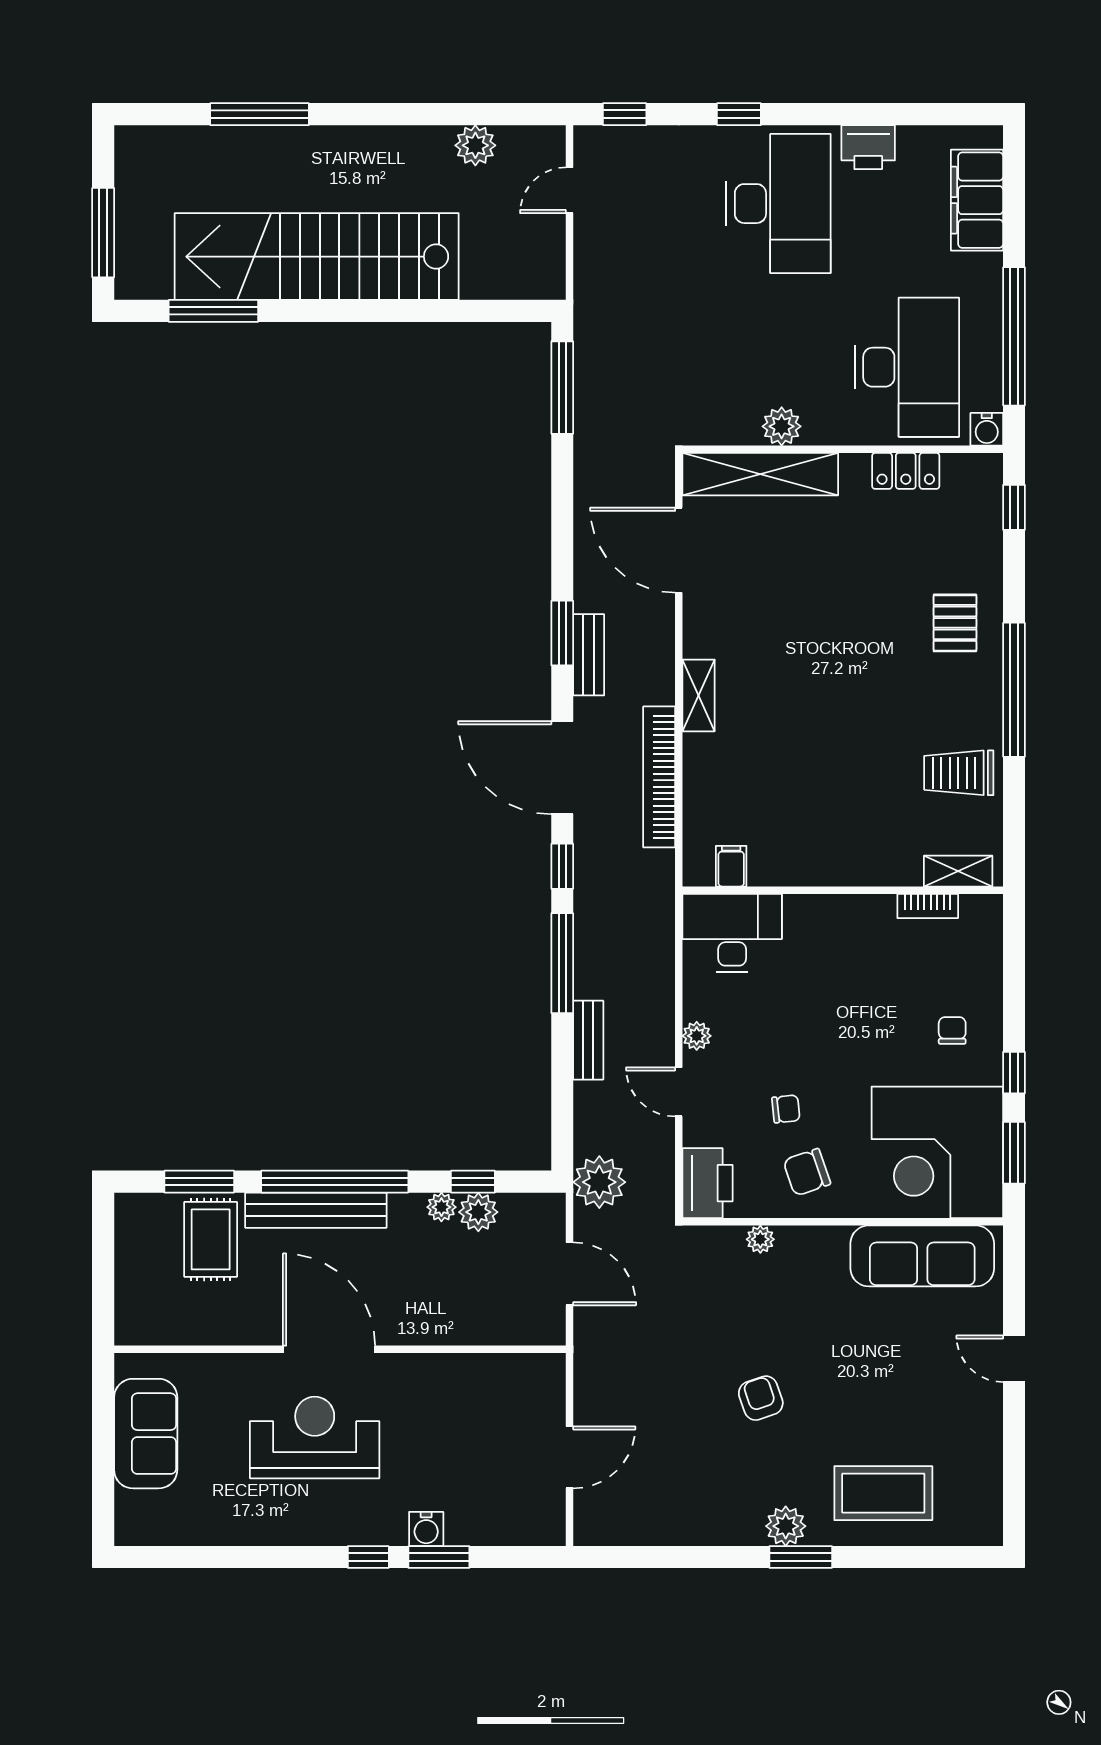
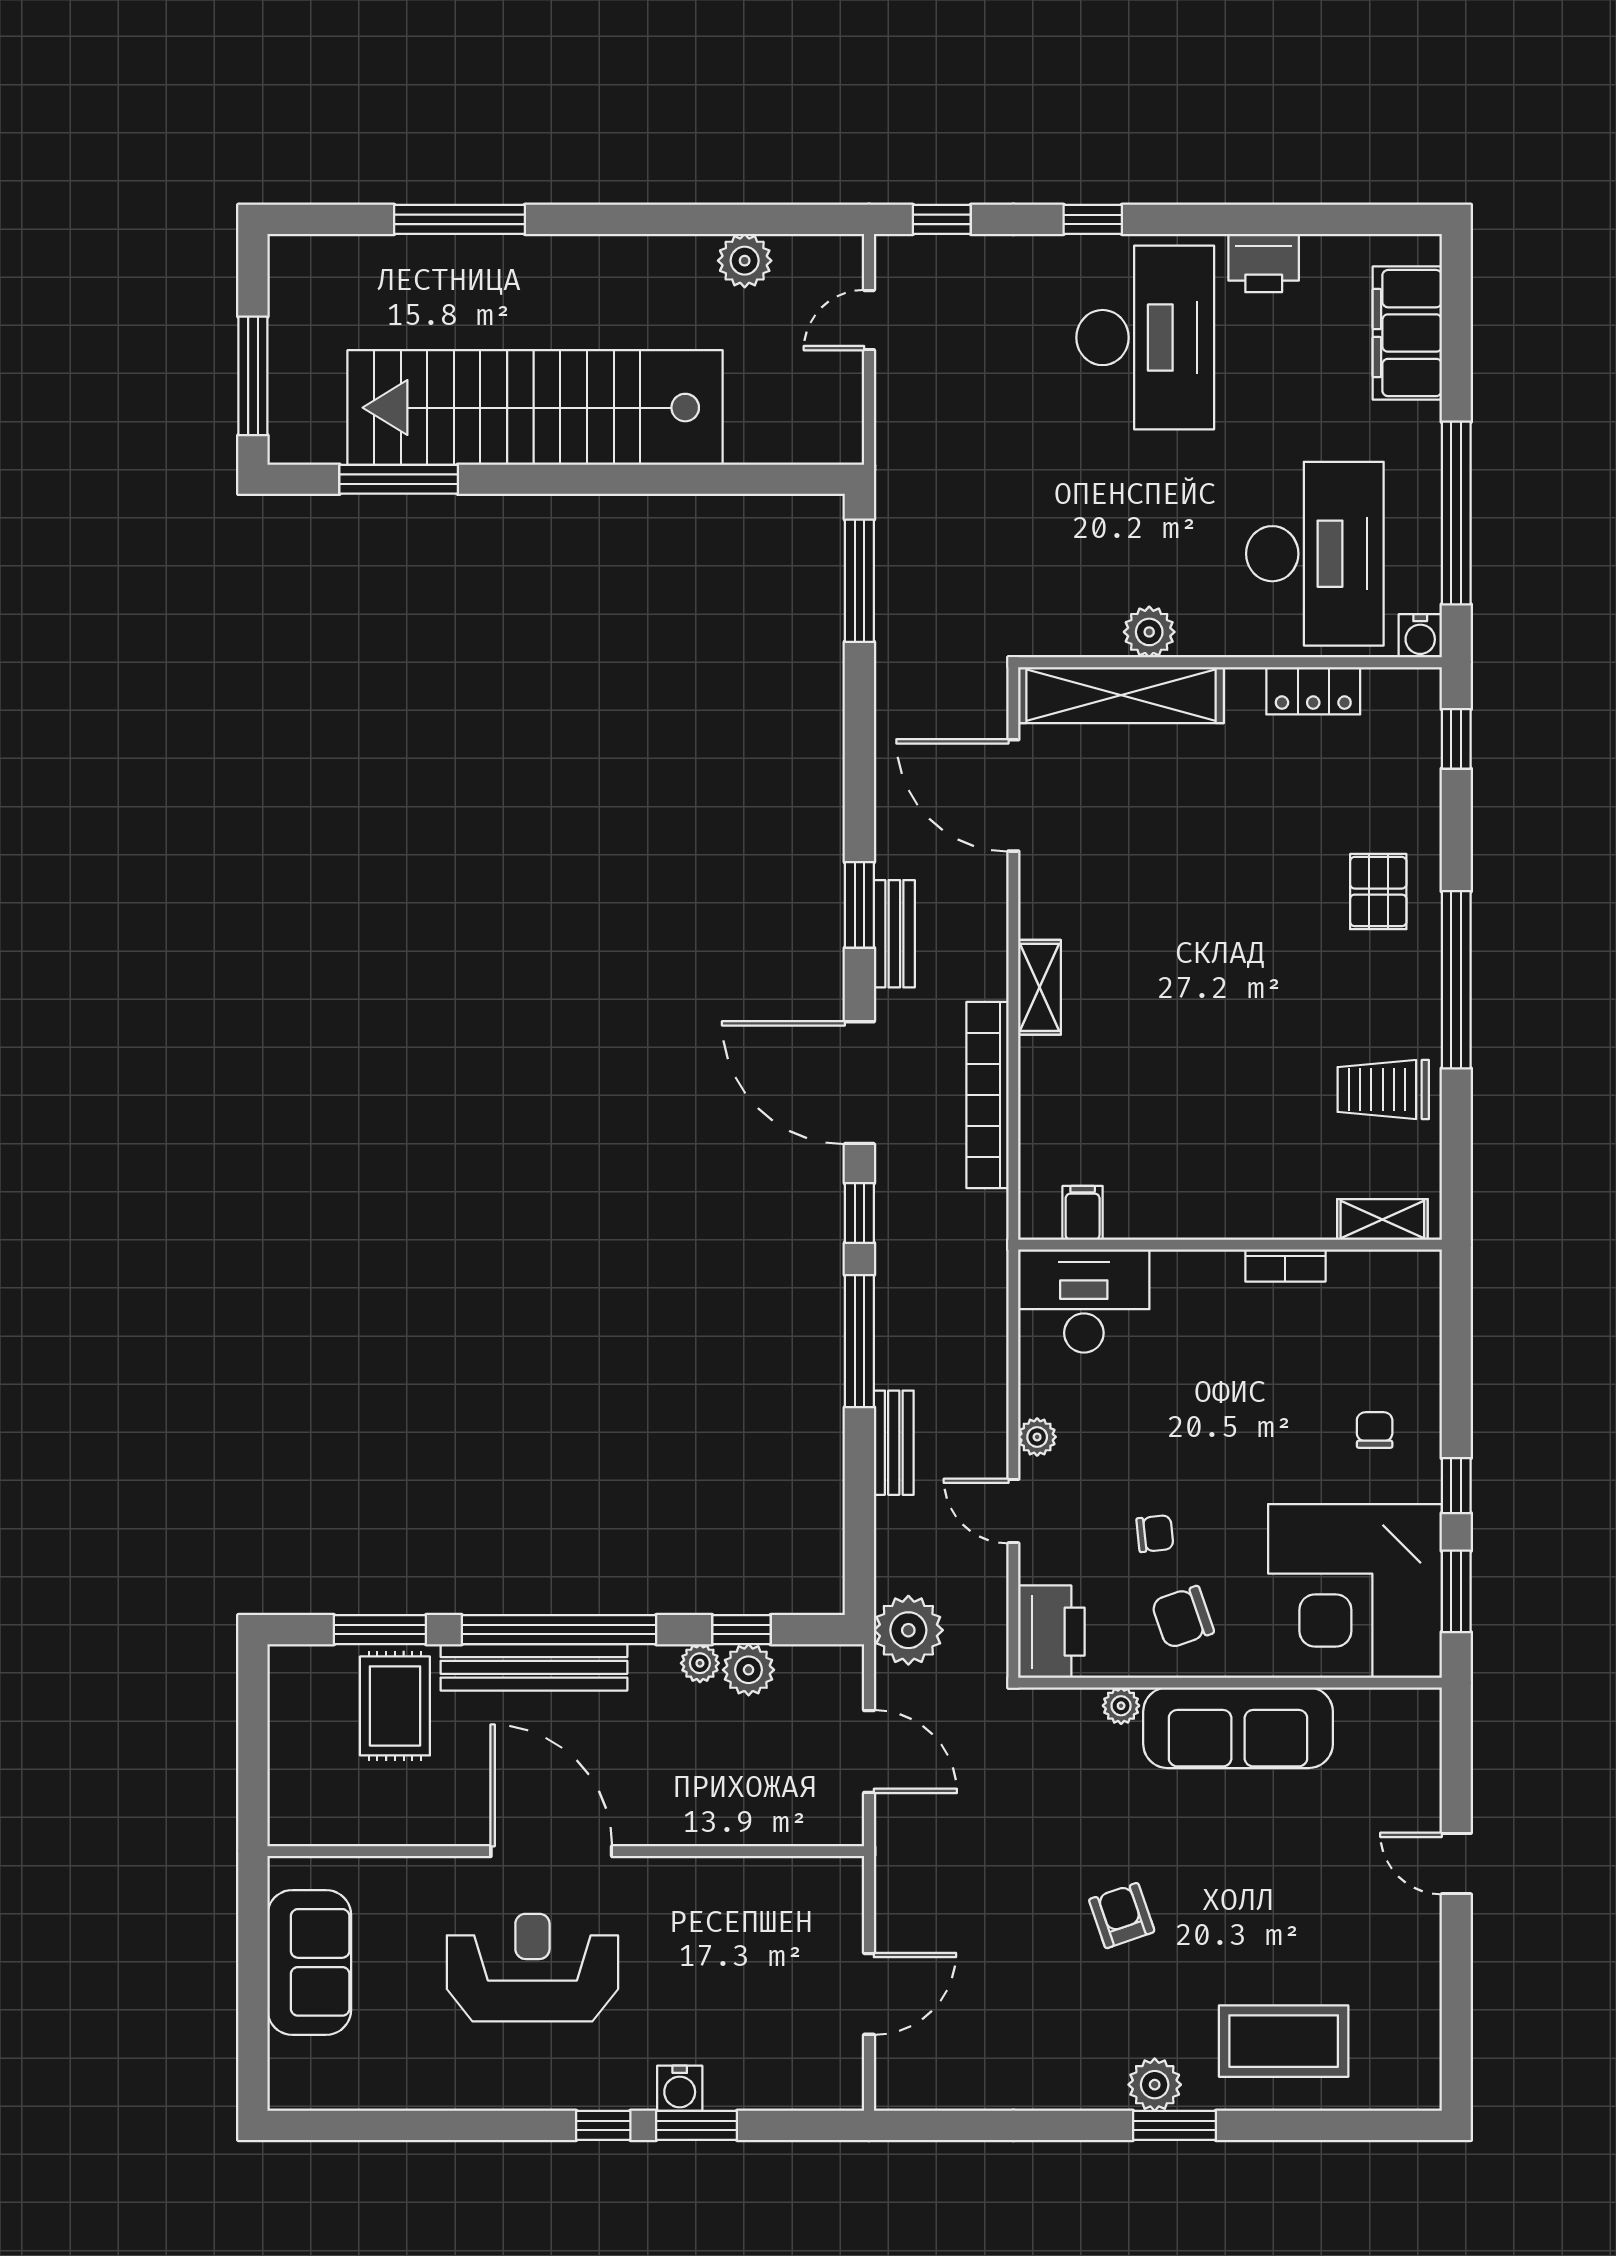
bookcase: (928, 906) -> (1285, 1265), moved
sofa: (922, 1256) -> (1238, 1728), moved

